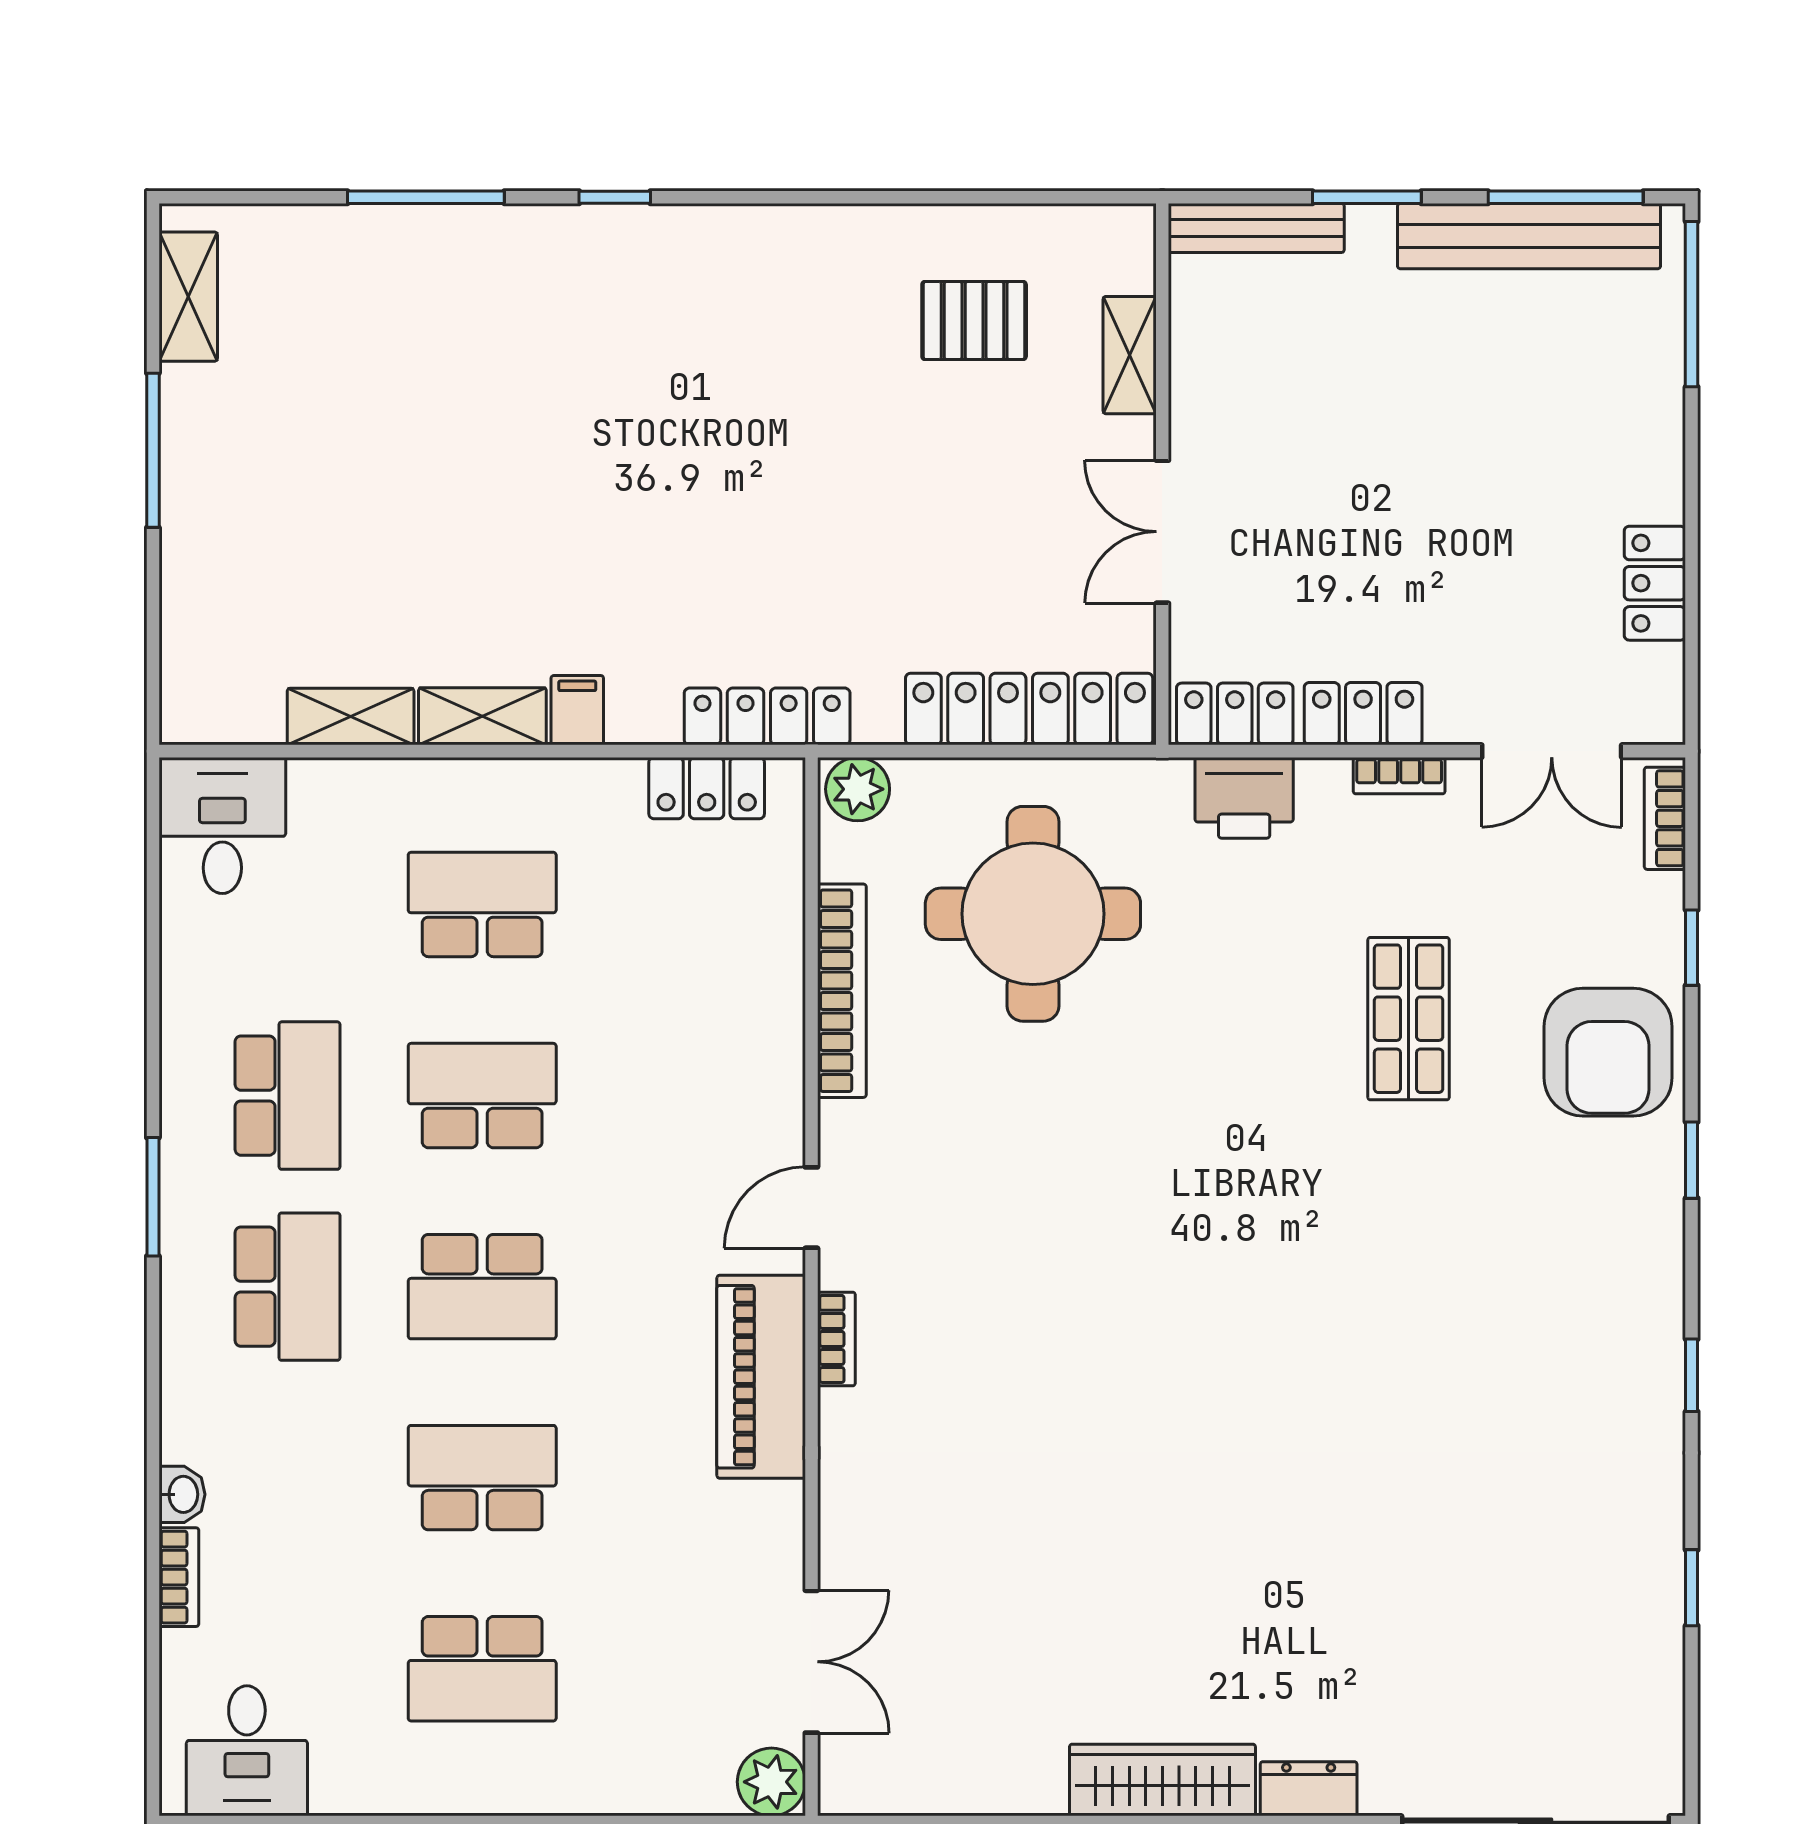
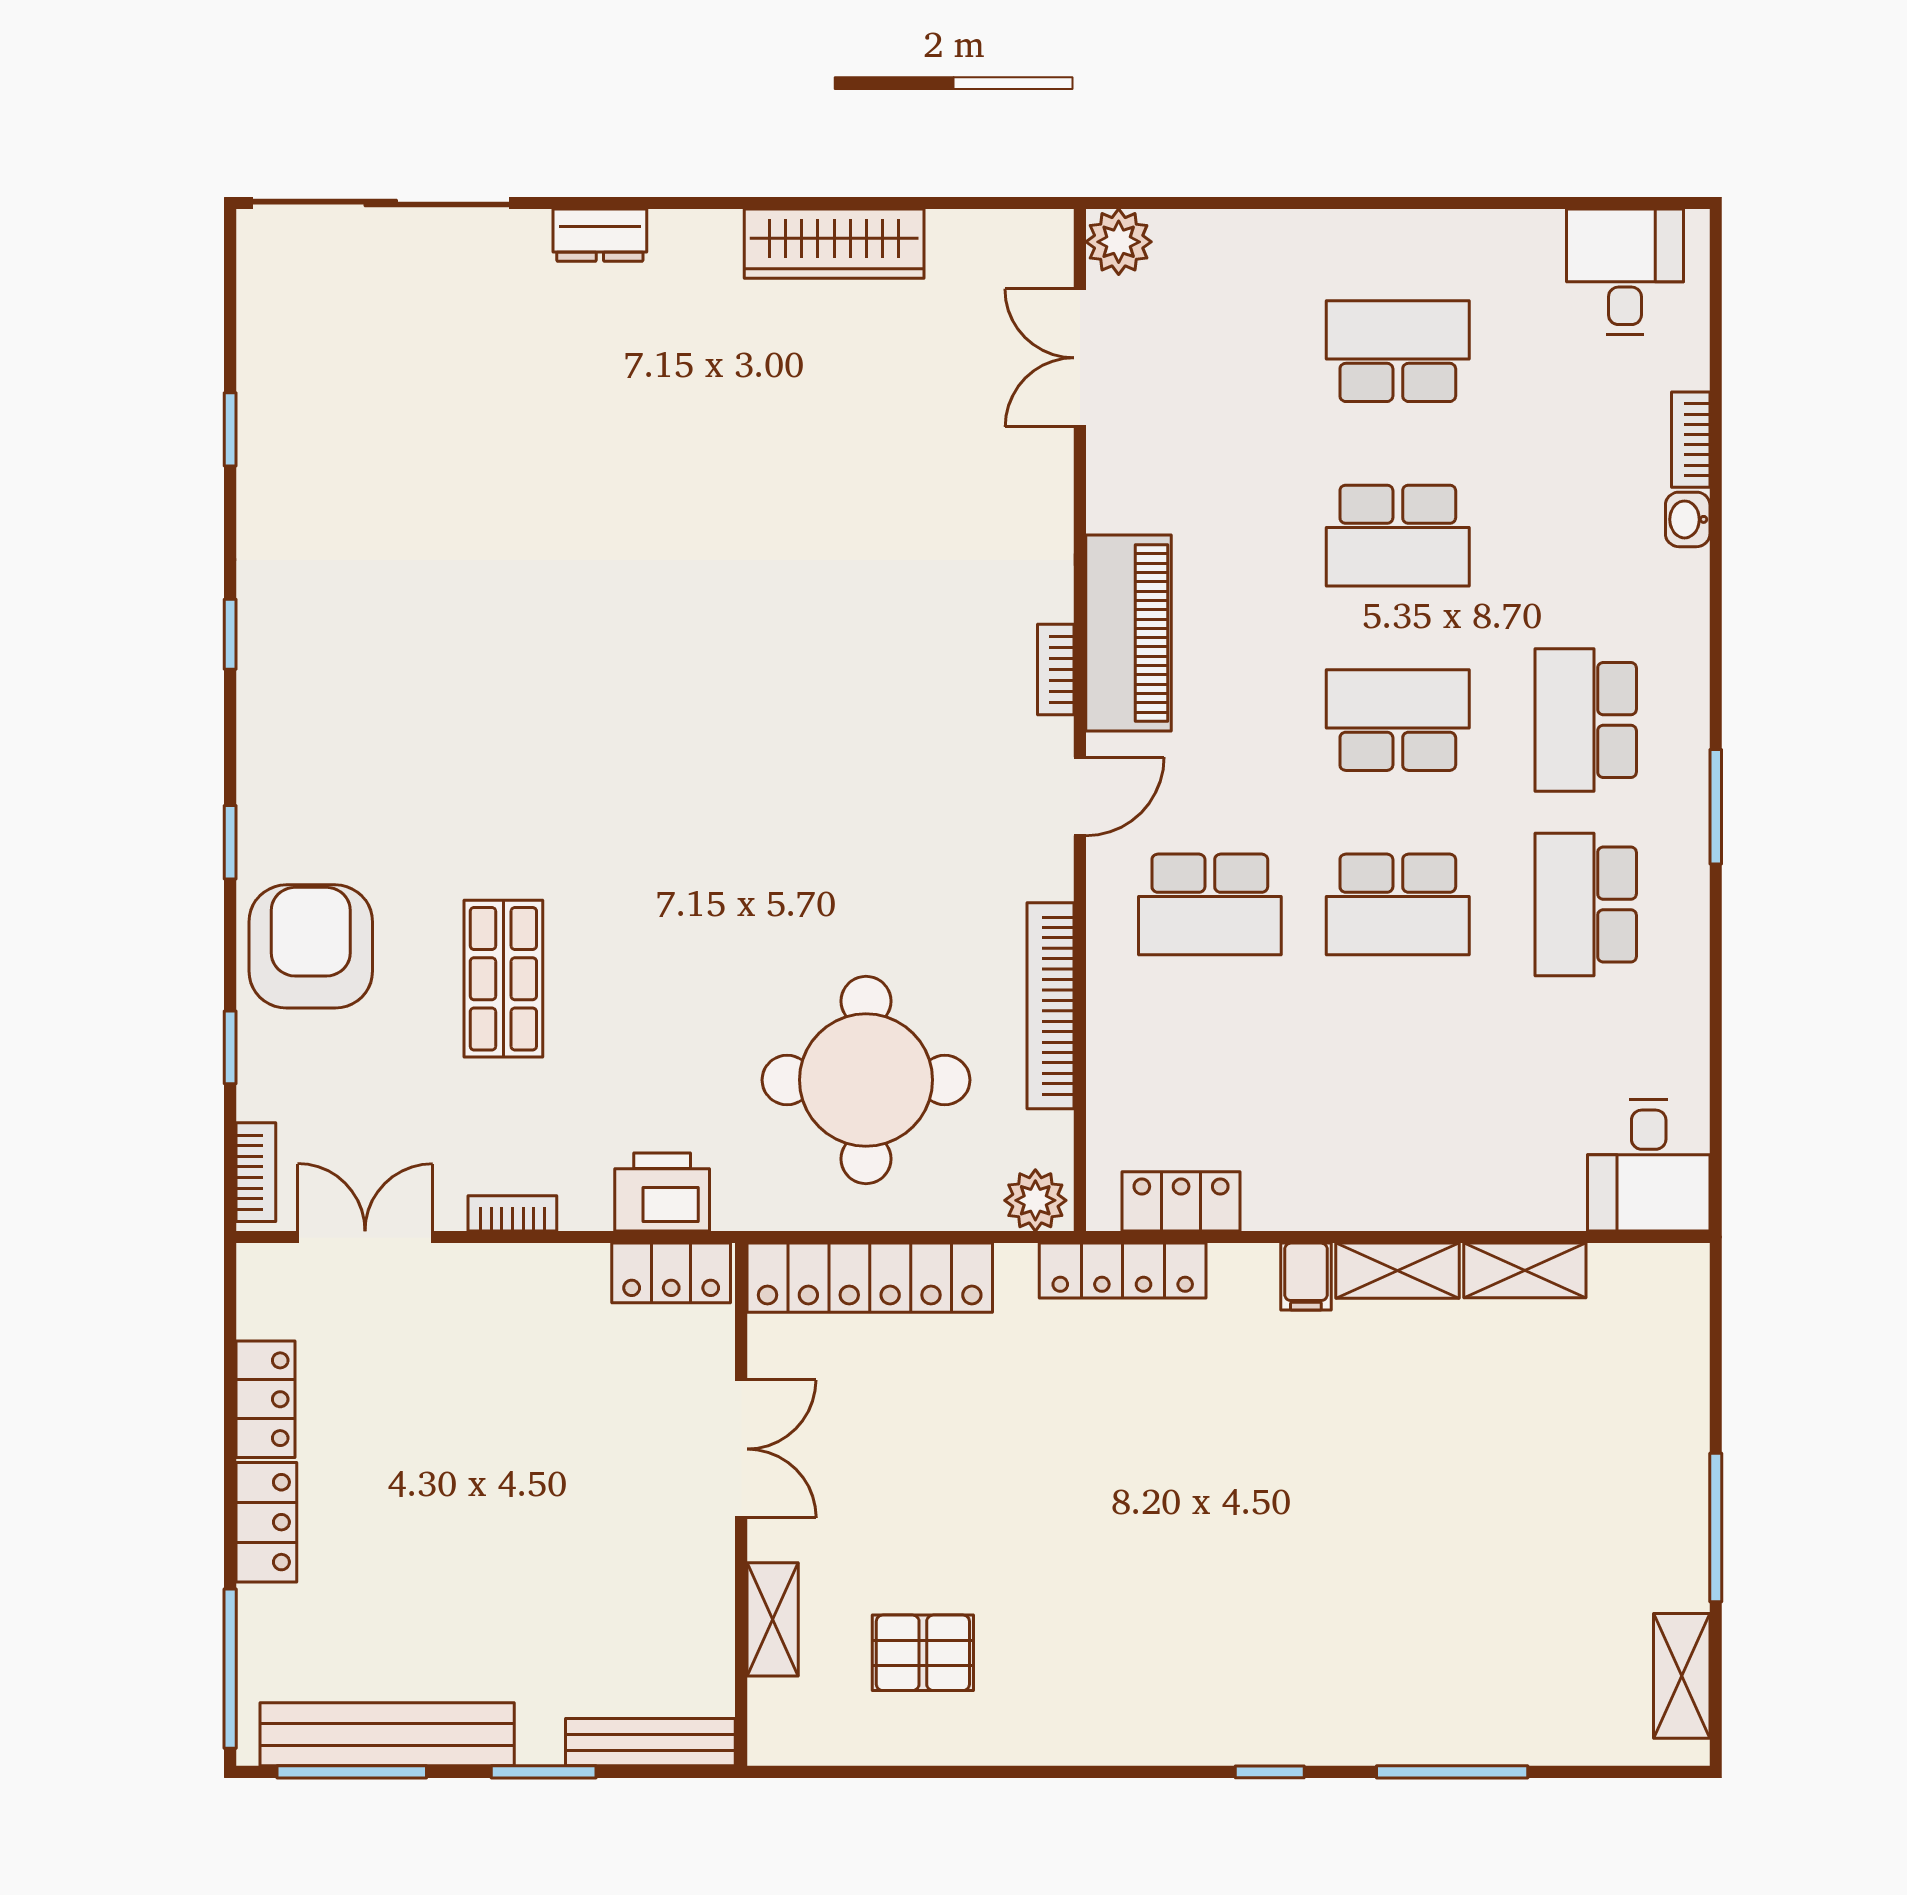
locker: (1363, 714) -> (266, 1522), moved, turned -90
school desk: (482, 904) -> (1210, 904), moved
wardrobe: (1162, 1780) -> (834, 244), moved

